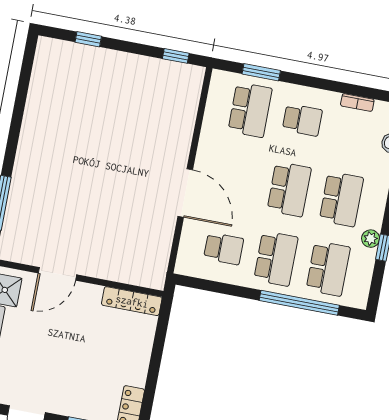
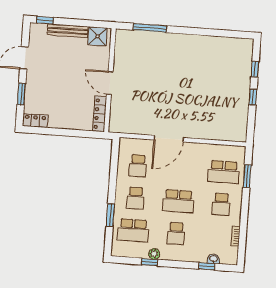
window: (176, 56) -> (253, 97), moved
school desk: (341, 199) -> (176, 233), width x0.54
school desk: (276, 259) -> (135, 198), width x0.54
door: (57, 274) -> (110, 83), moved
window: (299, 303) -> (110, 215), width x0.47

